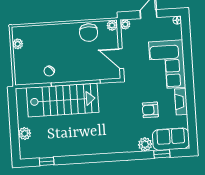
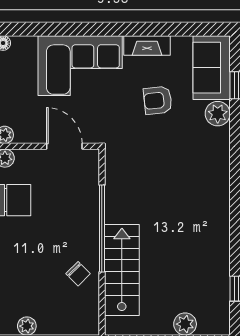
door: (121, 59) -> (64, 146), swing flipped
stairs: (63, 100) -> (122, 270), width x0.73, depth x0.66
armchair: (150, 110) -> (158, 100), turned 84

